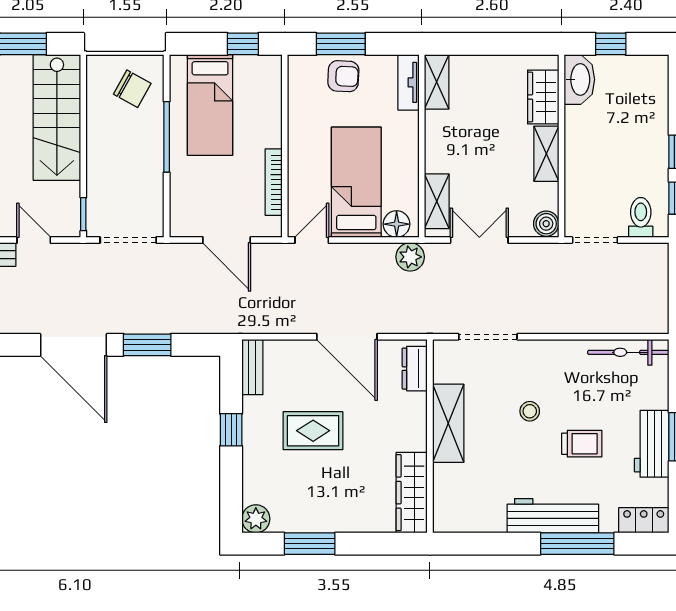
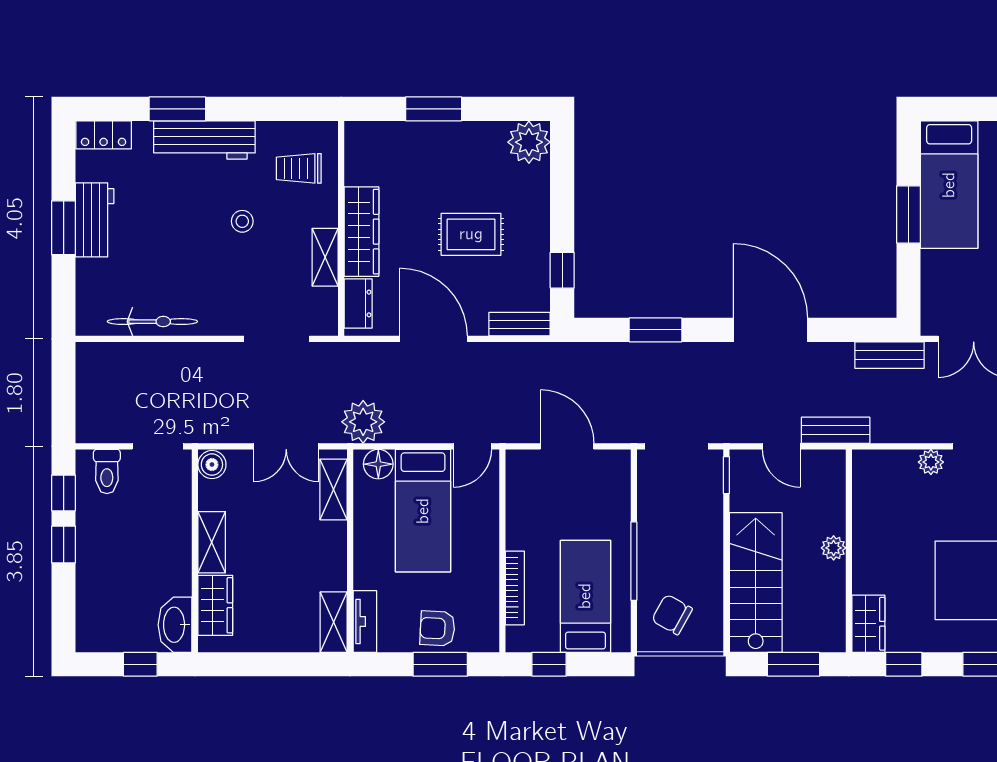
bookcase: (274, 182) -> (515, 588), moved
plant: (410, 257) -> (363, 422), width x1.36, depth x1.36
door: (73, 345) -> (770, 330), moved
bicycle: (628, 352) -> (152, 322), moved
bench: (252, 367) -> (520, 324), moved, turned 90
stool: (530, 411) -> (242, 221), moved
shelving: (448, 423) -> (325, 257), width x0.67, depth x0.75
window: (231, 430) -> (562, 270), moved
trolley: (582, 444) -> (299, 168), moved
wardrobe: (412, 493) -> (361, 232), moved
plant: (256, 519) -> (529, 142), width x1.36, depth x1.36
window: (310, 544) -> (434, 109), moved
window: (577, 544) -> (177, 109), width x0.69

